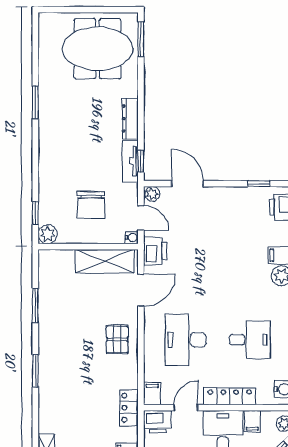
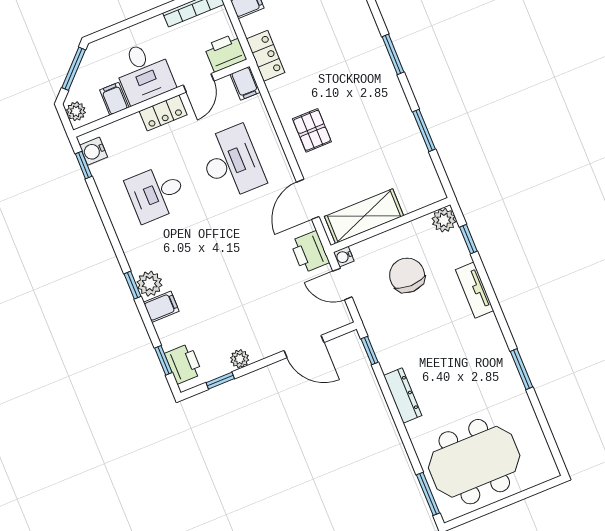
tv unit: (130, 161) -> (475, 290), moved, turned 180
plant: (152, 194) -> (240, 359), moved
locker: (230, 396) -> (163, 113), width x0.66

